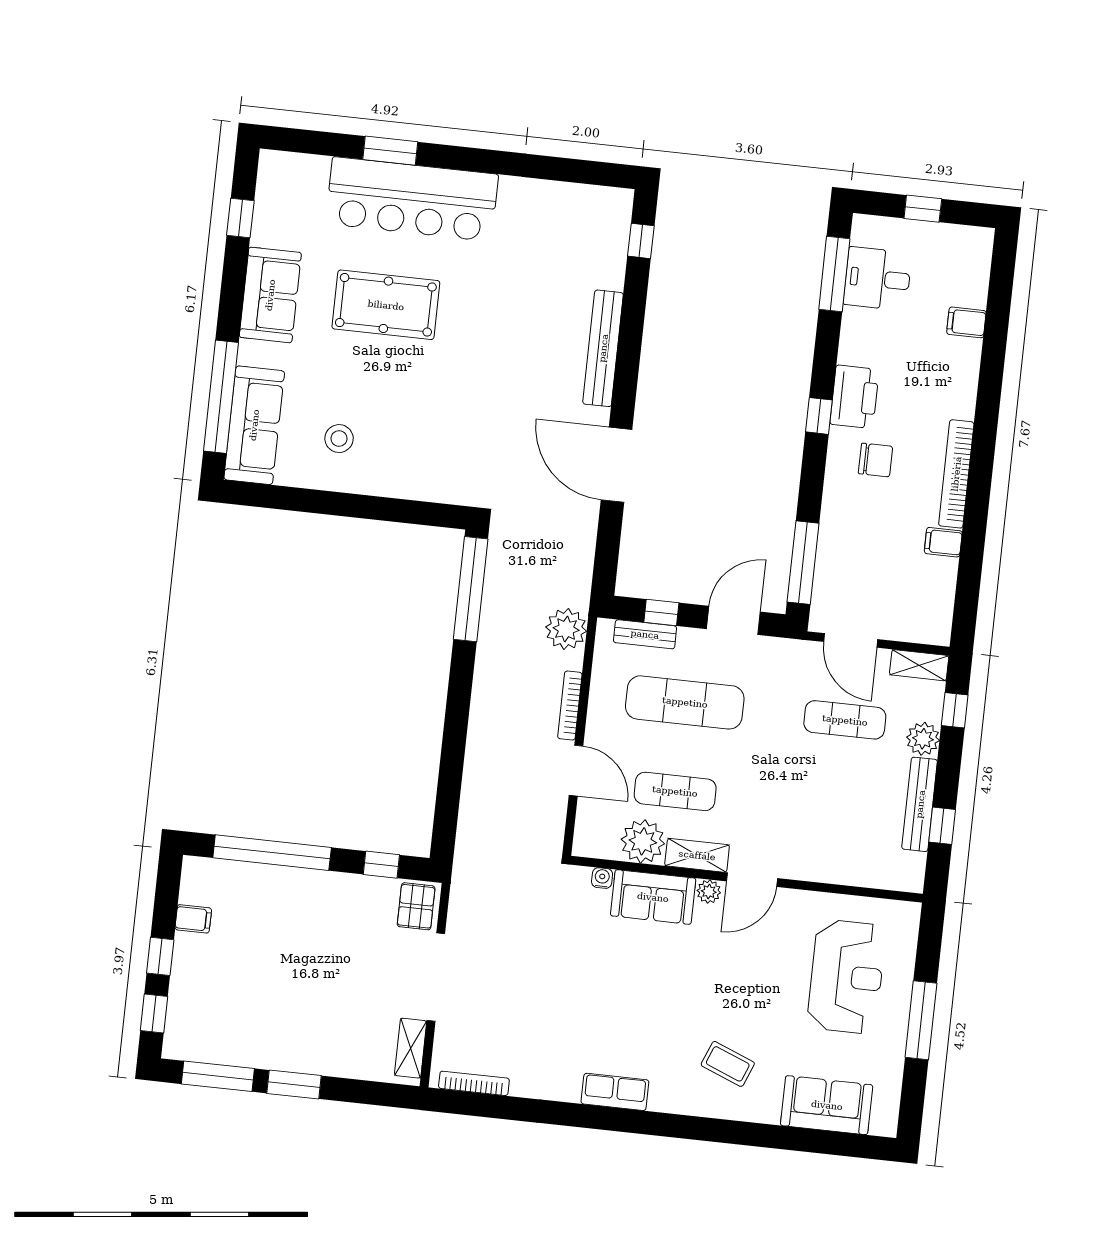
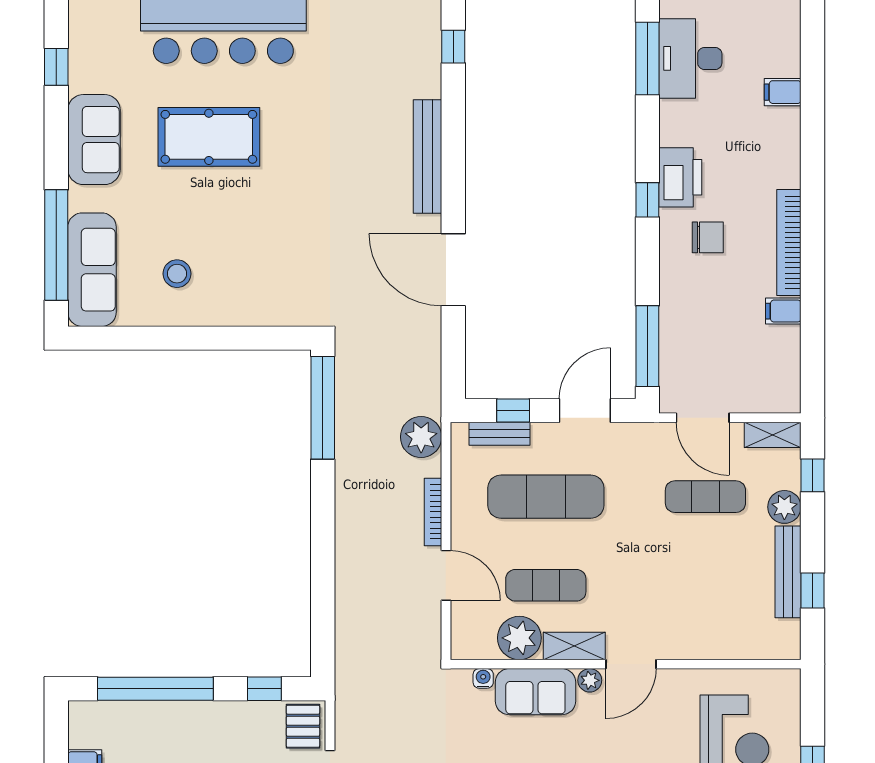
desk: (878, 279) -> (690, 58), width x1.37

